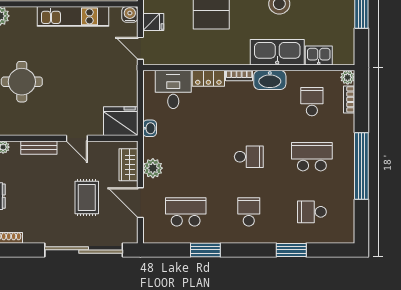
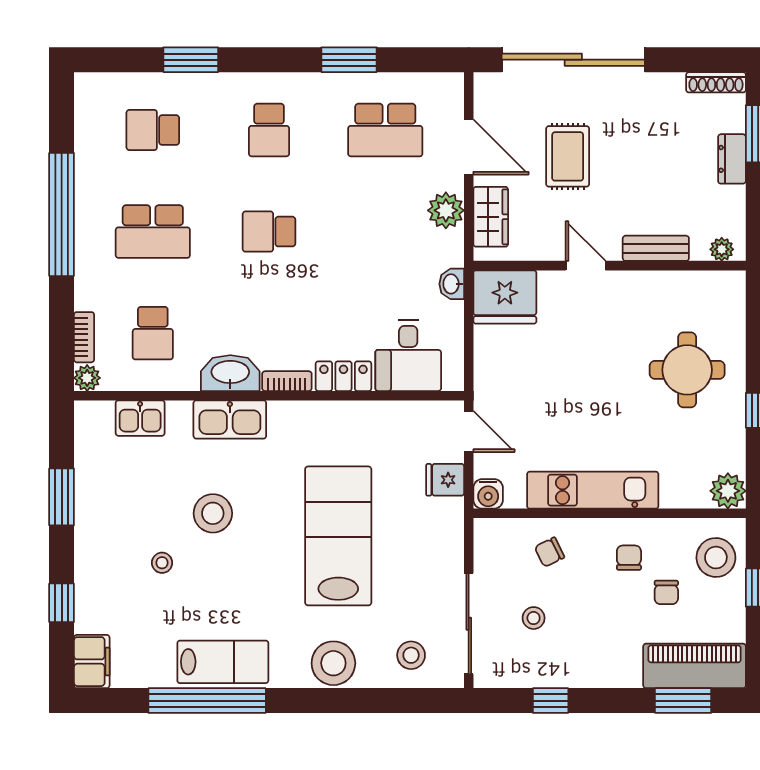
kitchen sink: (277, 52) -> (230, 419), width x0.73, depth x0.81
school desk: (312, 212) -> (153, 130), turned 180

